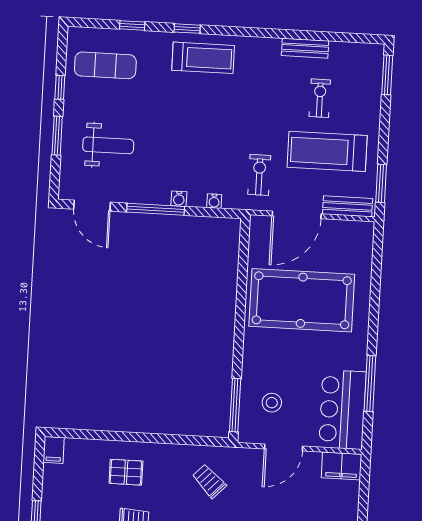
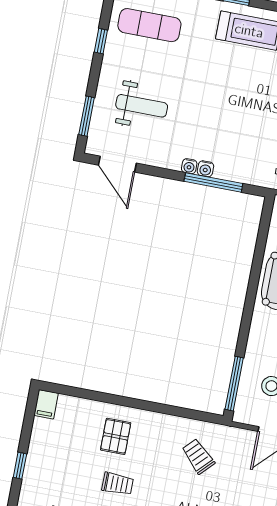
window: (57, 136) -> (87, 116), moved
water cooler: (214, 201) -> (189, 166), moved
window: (156, 209) -> (213, 182), moved
pallet: (126, 472) -> (116, 436), turned 90

